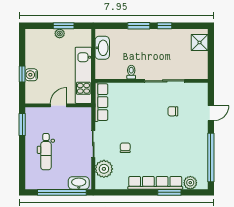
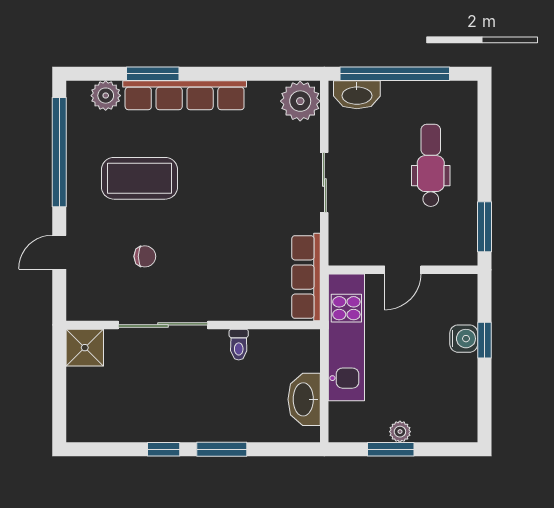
shower: (200, 42) -> (85, 348), moved
coffee table: (175, 146) -> (139, 178), added
chair: (125, 148) -> (252, 174), removed
plant: (104, 169) -> (300, 101), moved

